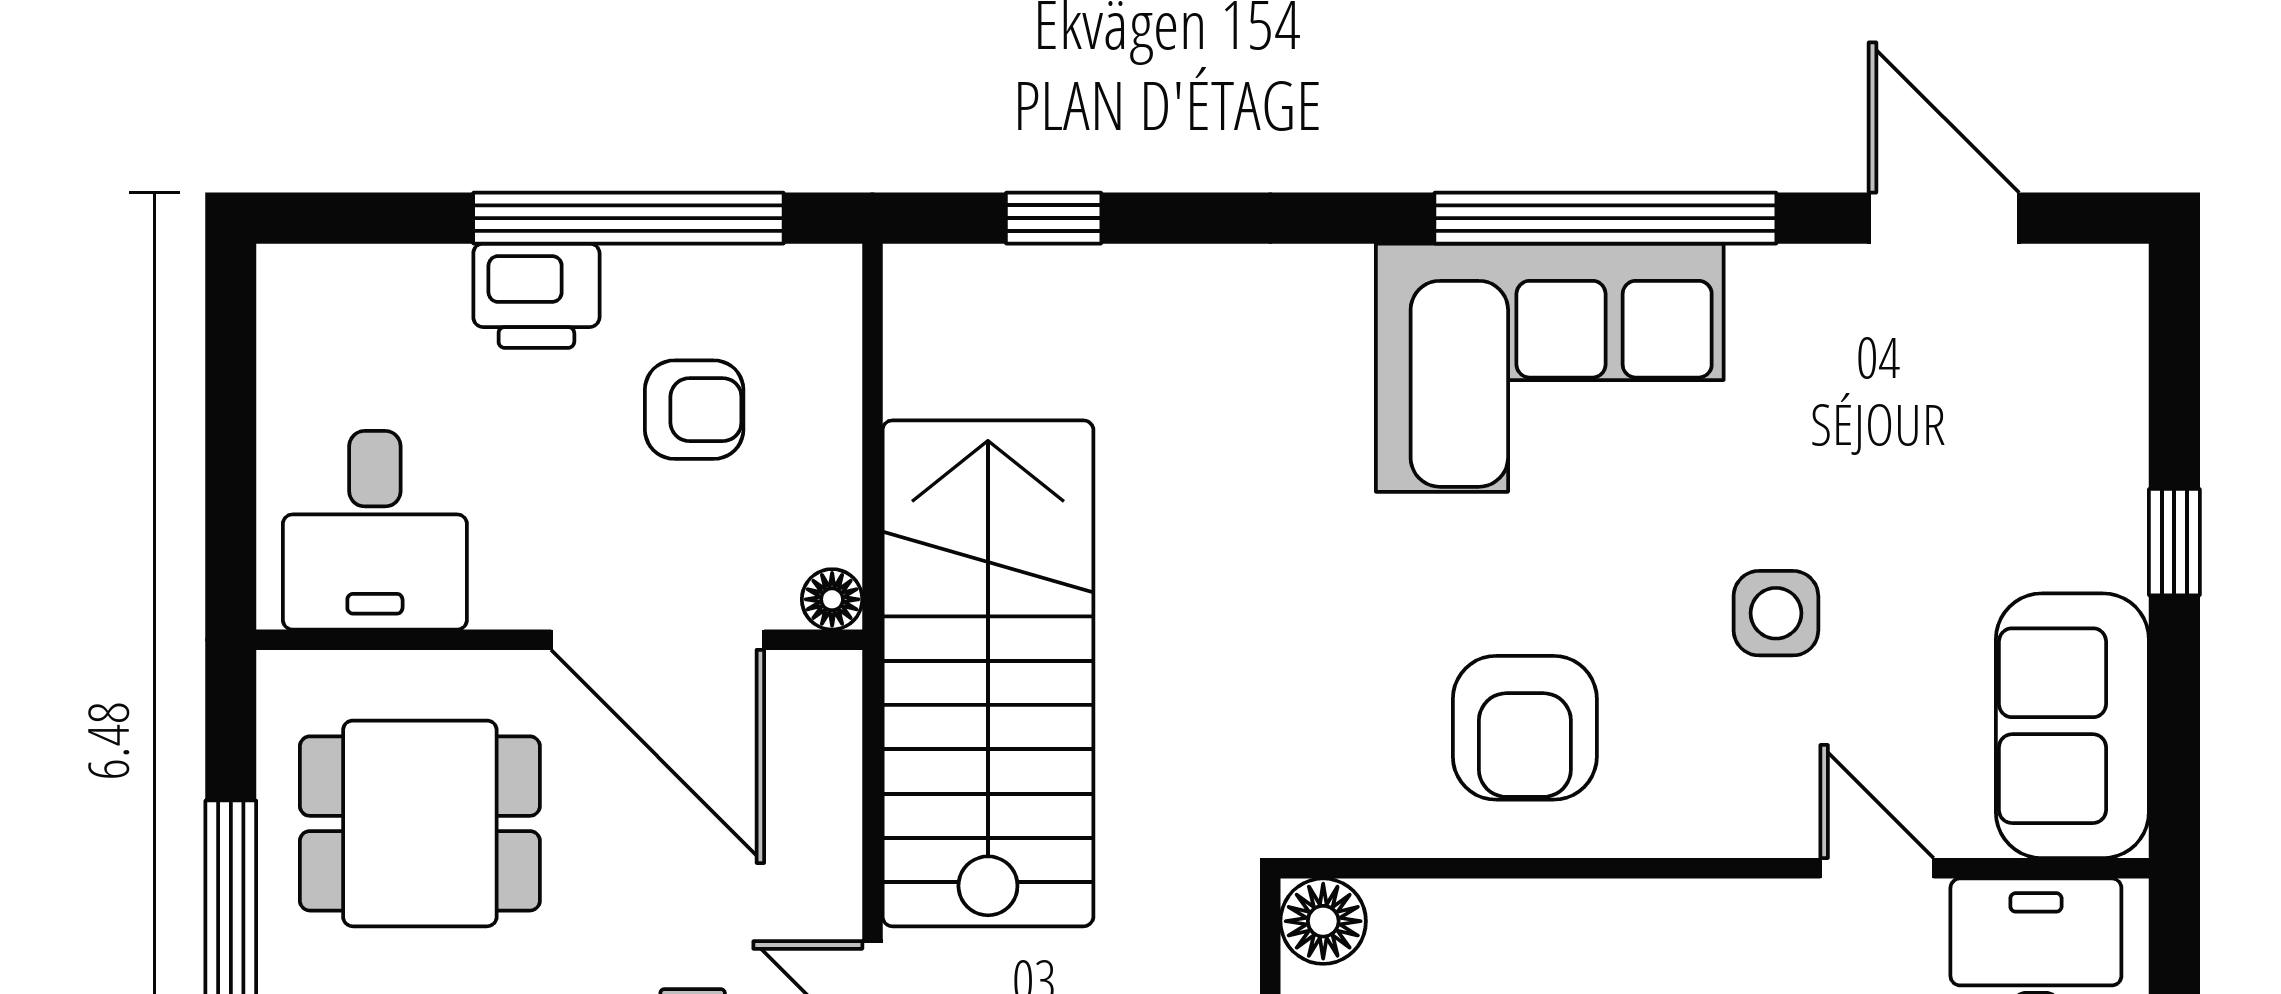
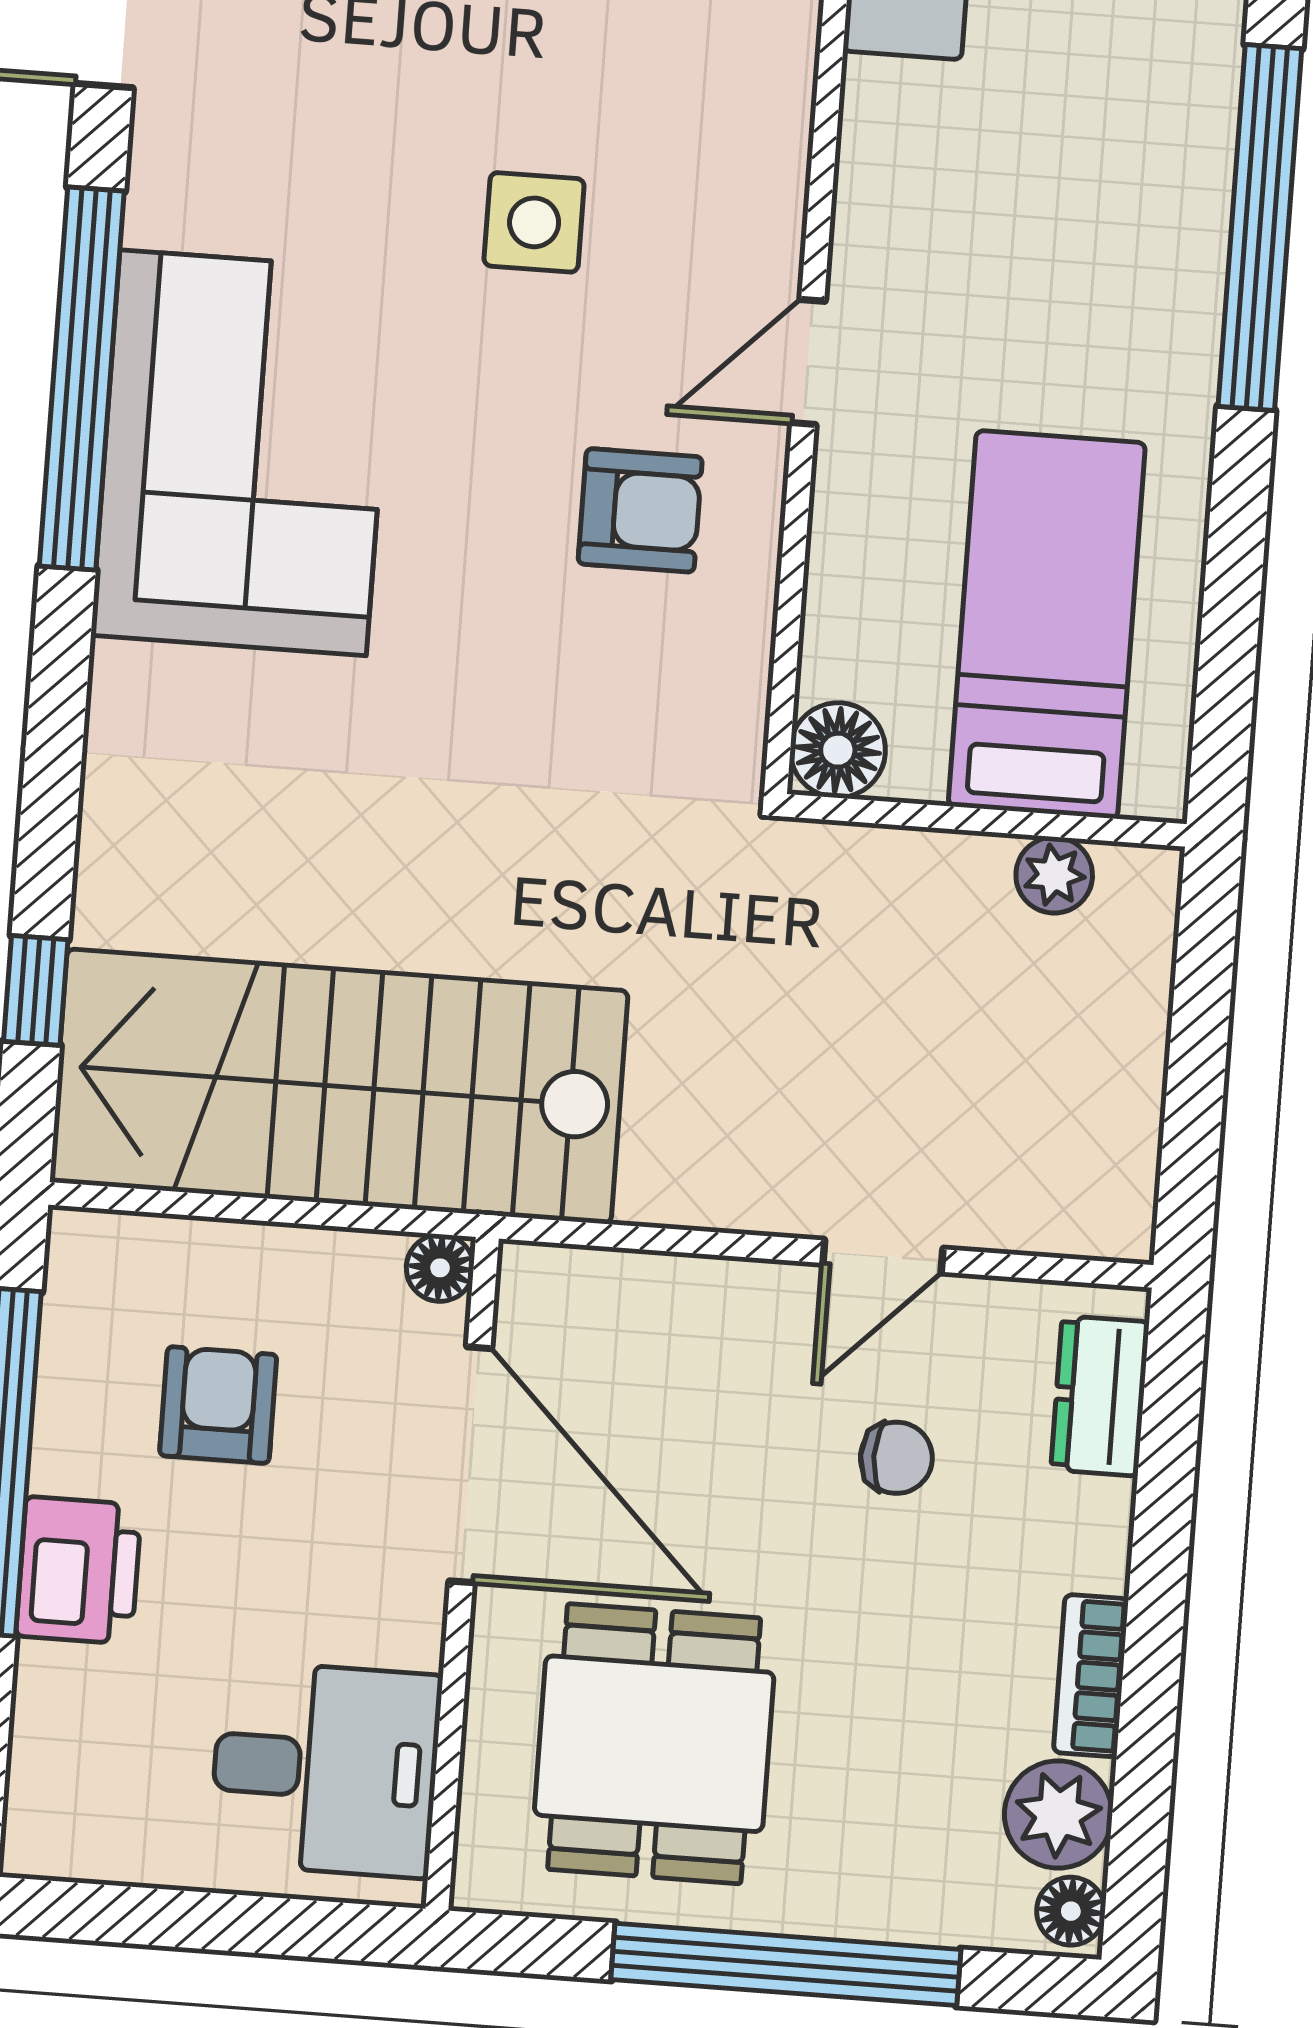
door: (658, 640) -> (470, 1465), hinge flipped
stairs: (988, 673) -> (339, 1086), moved
armchair: (1525, 728) -> (640, 510), width x0.72, depth x0.72
door: (1877, 868) -> (808, 362), moved

